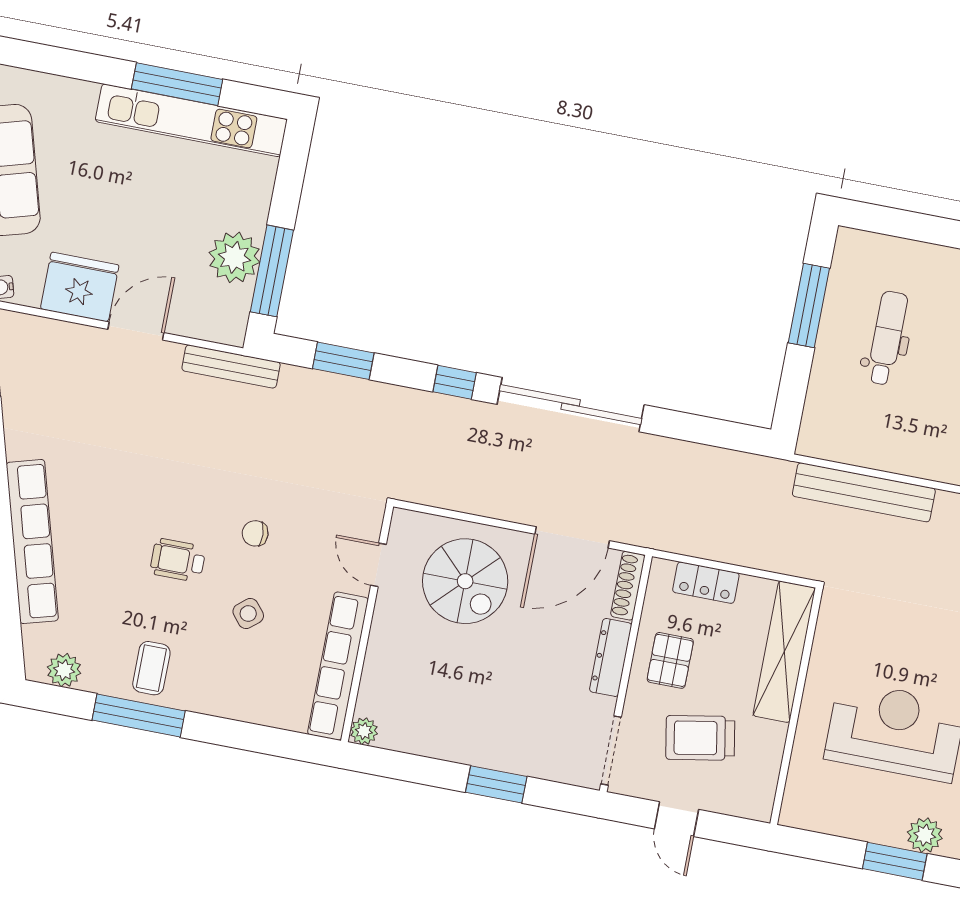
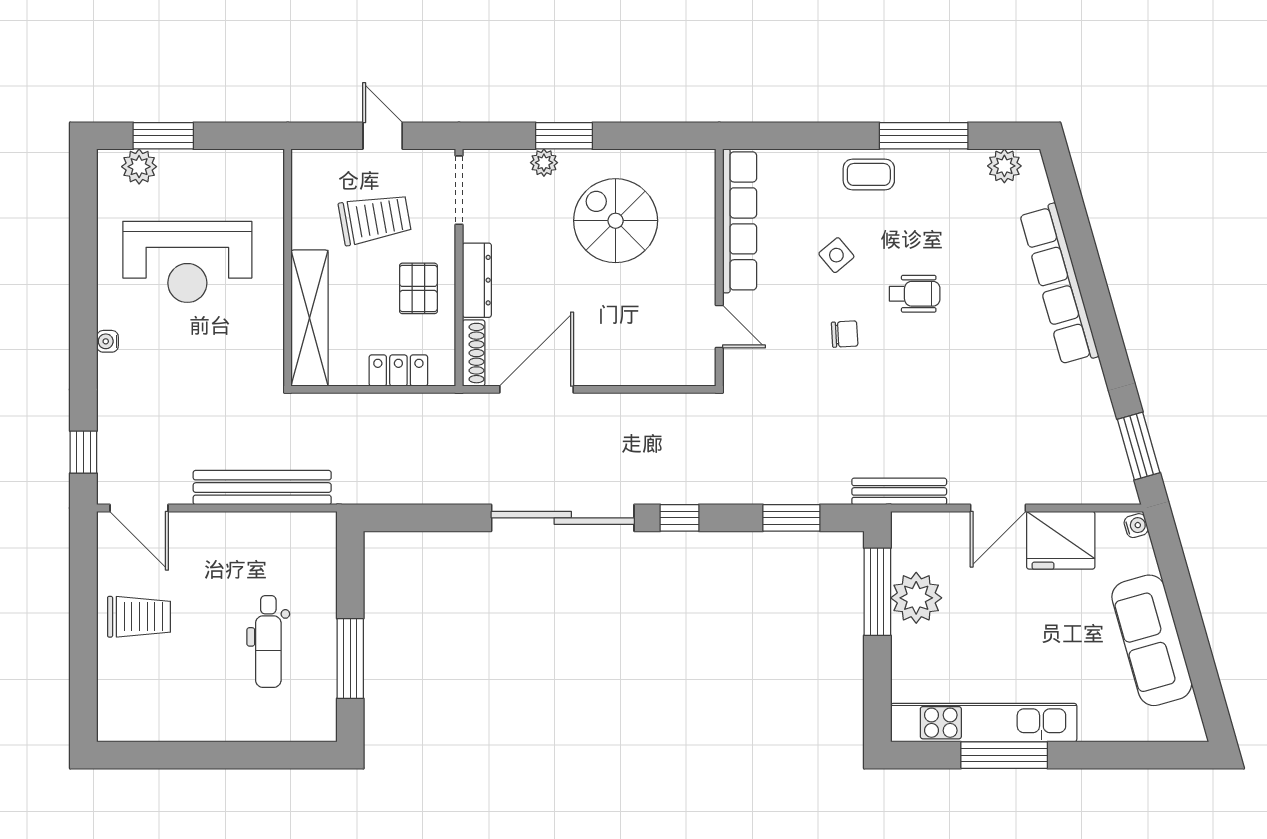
spiral stairs: (465, 581) -> (616, 221), moved
coffee table: (151, 668) -> (869, 174), moved, turned 90
plant: (364, 731) -> (544, 163), moved

